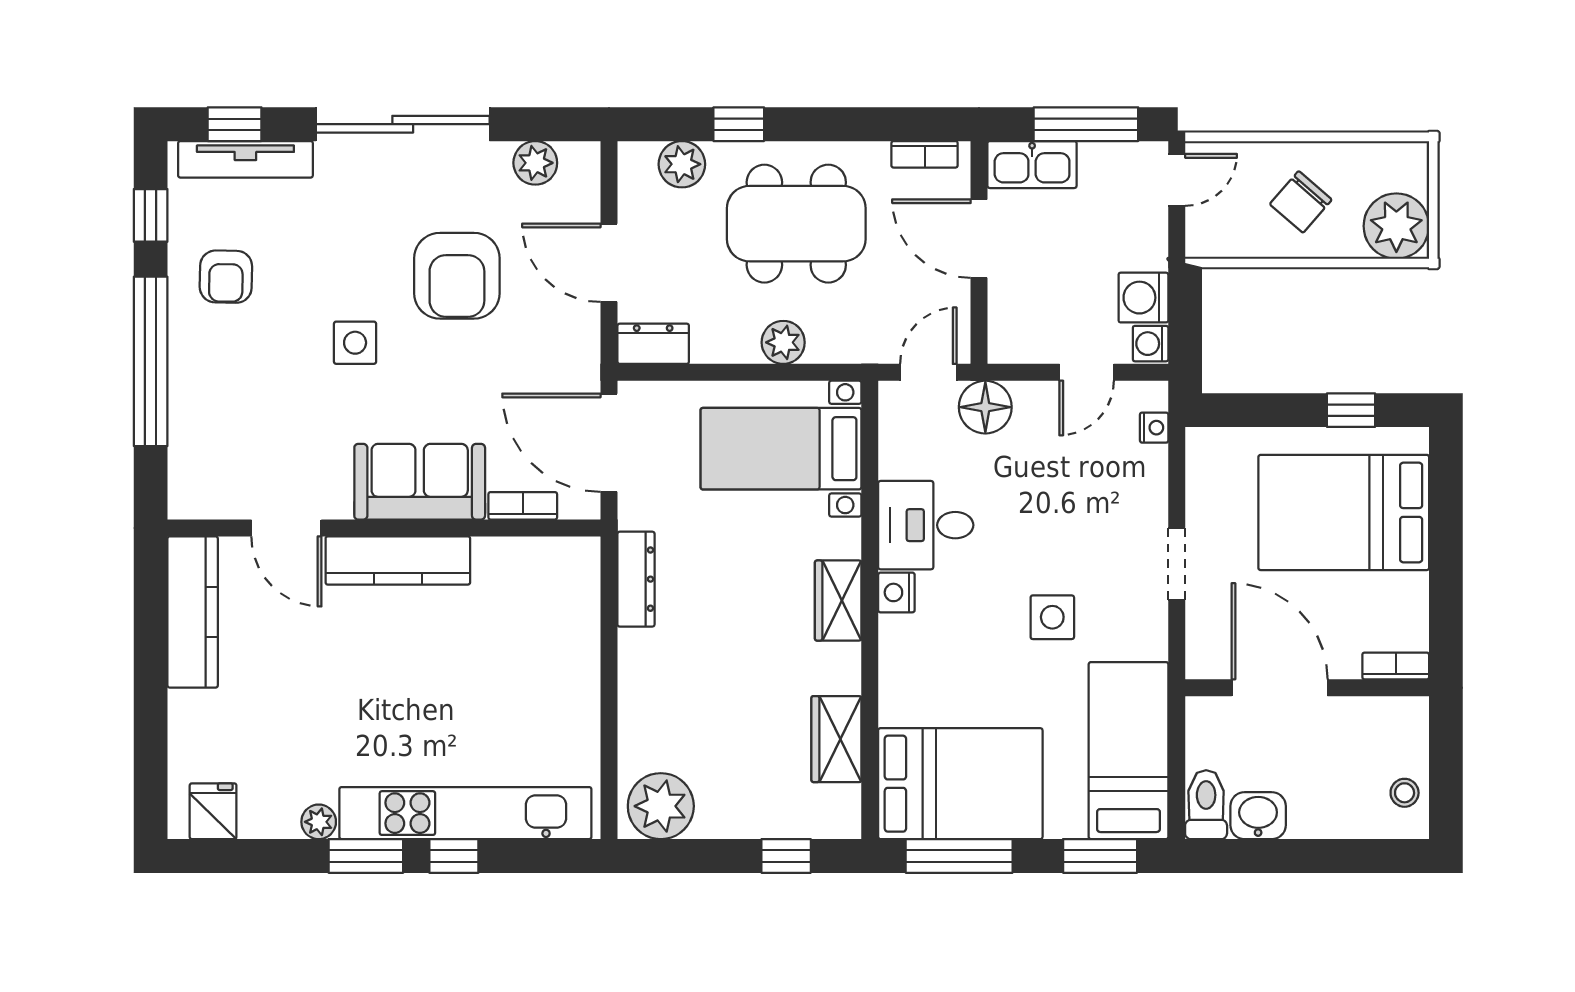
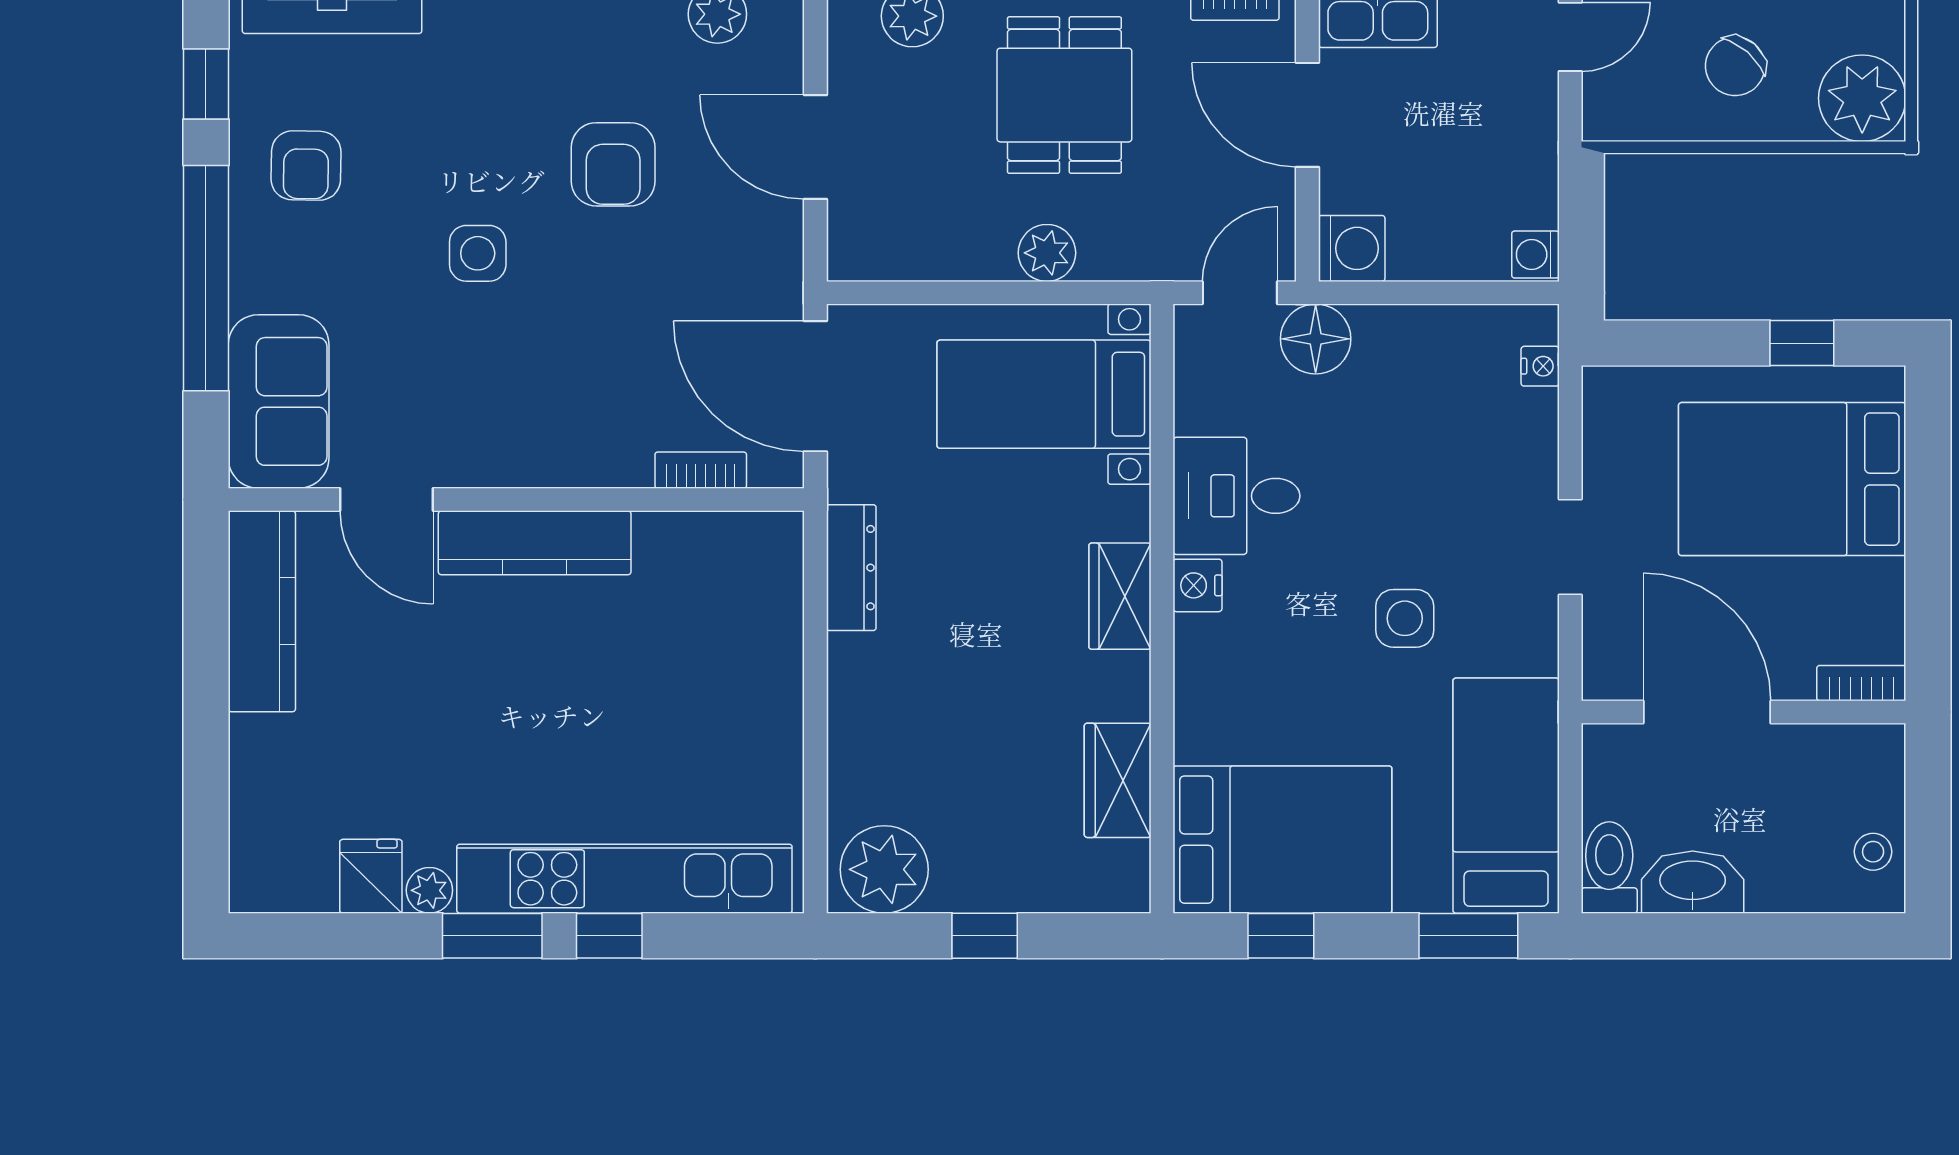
dining table: (796, 224) -> (1064, 95), width x0.73
armchair: (457, 276) -> (613, 164), width x0.73, depth x0.73
washing machine: (1143, 298) -> (1352, 248), moved, turned 180
dresser: (653, 344) -> (874, 255), removed
door: (1087, 372) -> (1450, 293), removed
sofa: (420, 482) -> (279, 401), moved, turned 90
fridge: (213, 811) -> (371, 876), moved
washbasin: (1258, 816) -> (1693, 882), width x1.38
window: (786, 856) -> (985, 936), moved
window: (959, 856) -> (1281, 936), width x0.46

